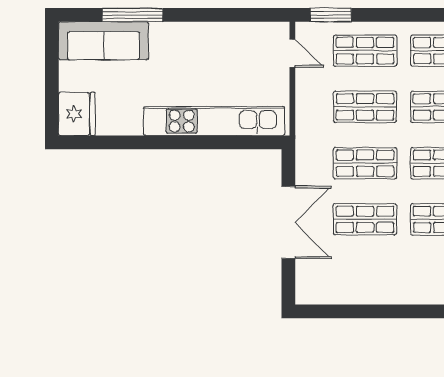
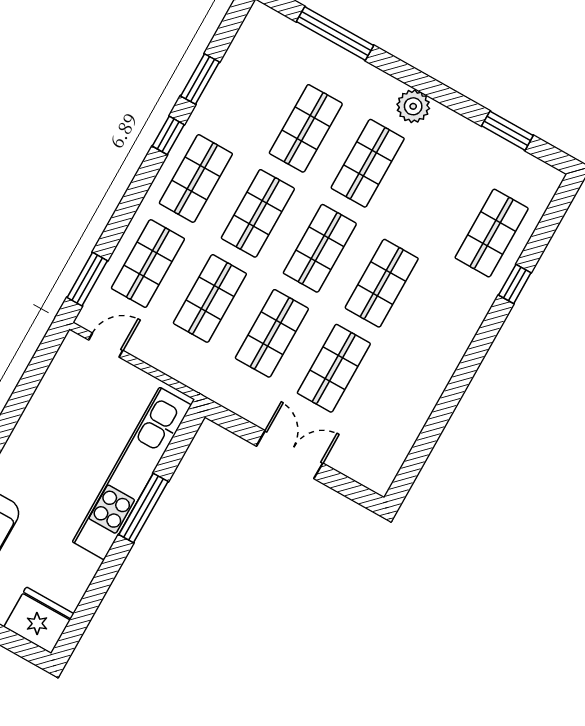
window: (195, 142) -> (143, 508), added
double door: (288, 222) -> (290, 455), width x0.73

